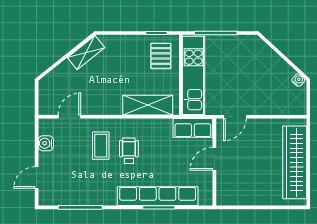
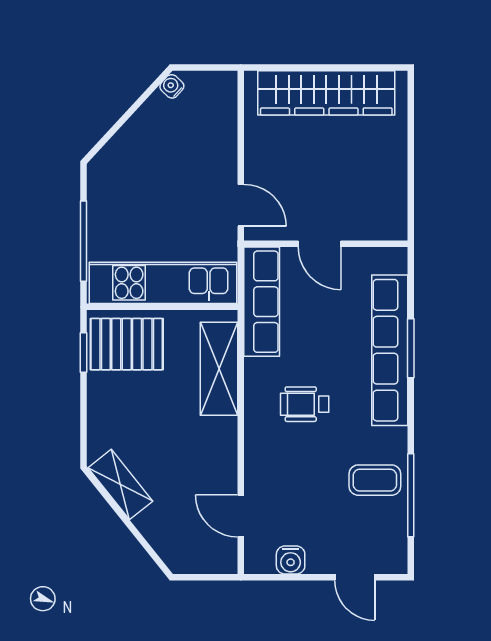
pallet: (161, 56) -> (127, 344), width x1.50, depth x1.42
row of seats: (193, 128) -> (262, 302), width x1.48
coffee table: (101, 146) -> (375, 480), moved

